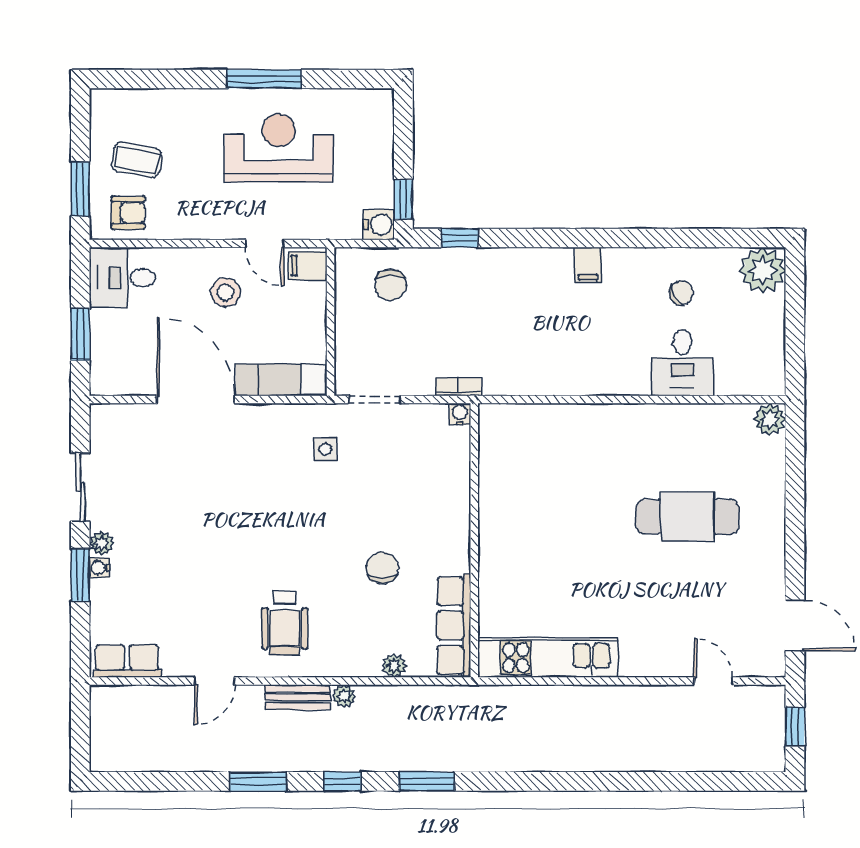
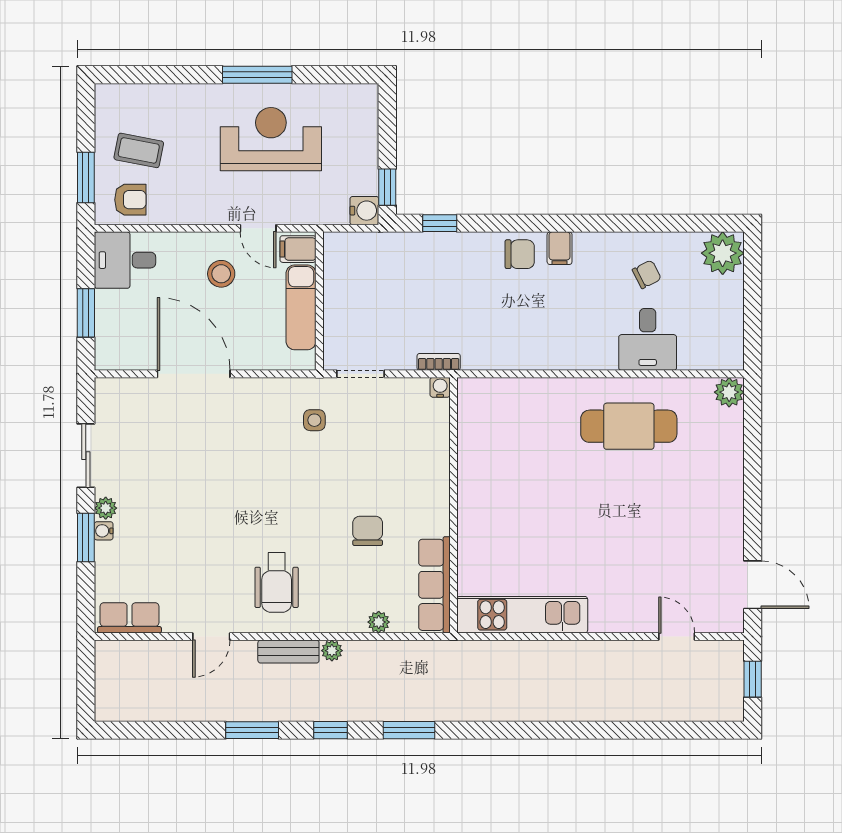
chair: (391, 285) -> (520, 254), moved, turned -90
exam couch: (281, 380) -> (301, 307), moved, turned -90
cafe table: (688, 517) -> (629, 426), moved

